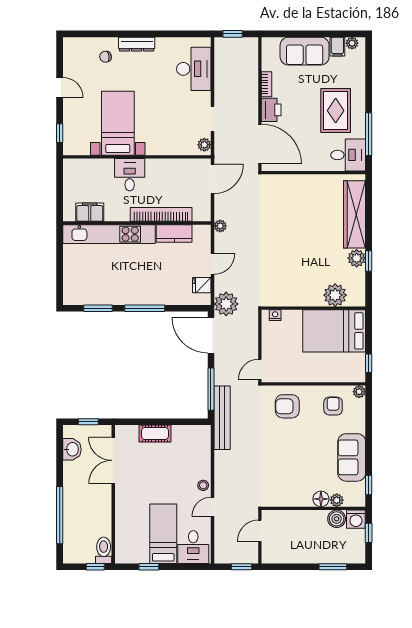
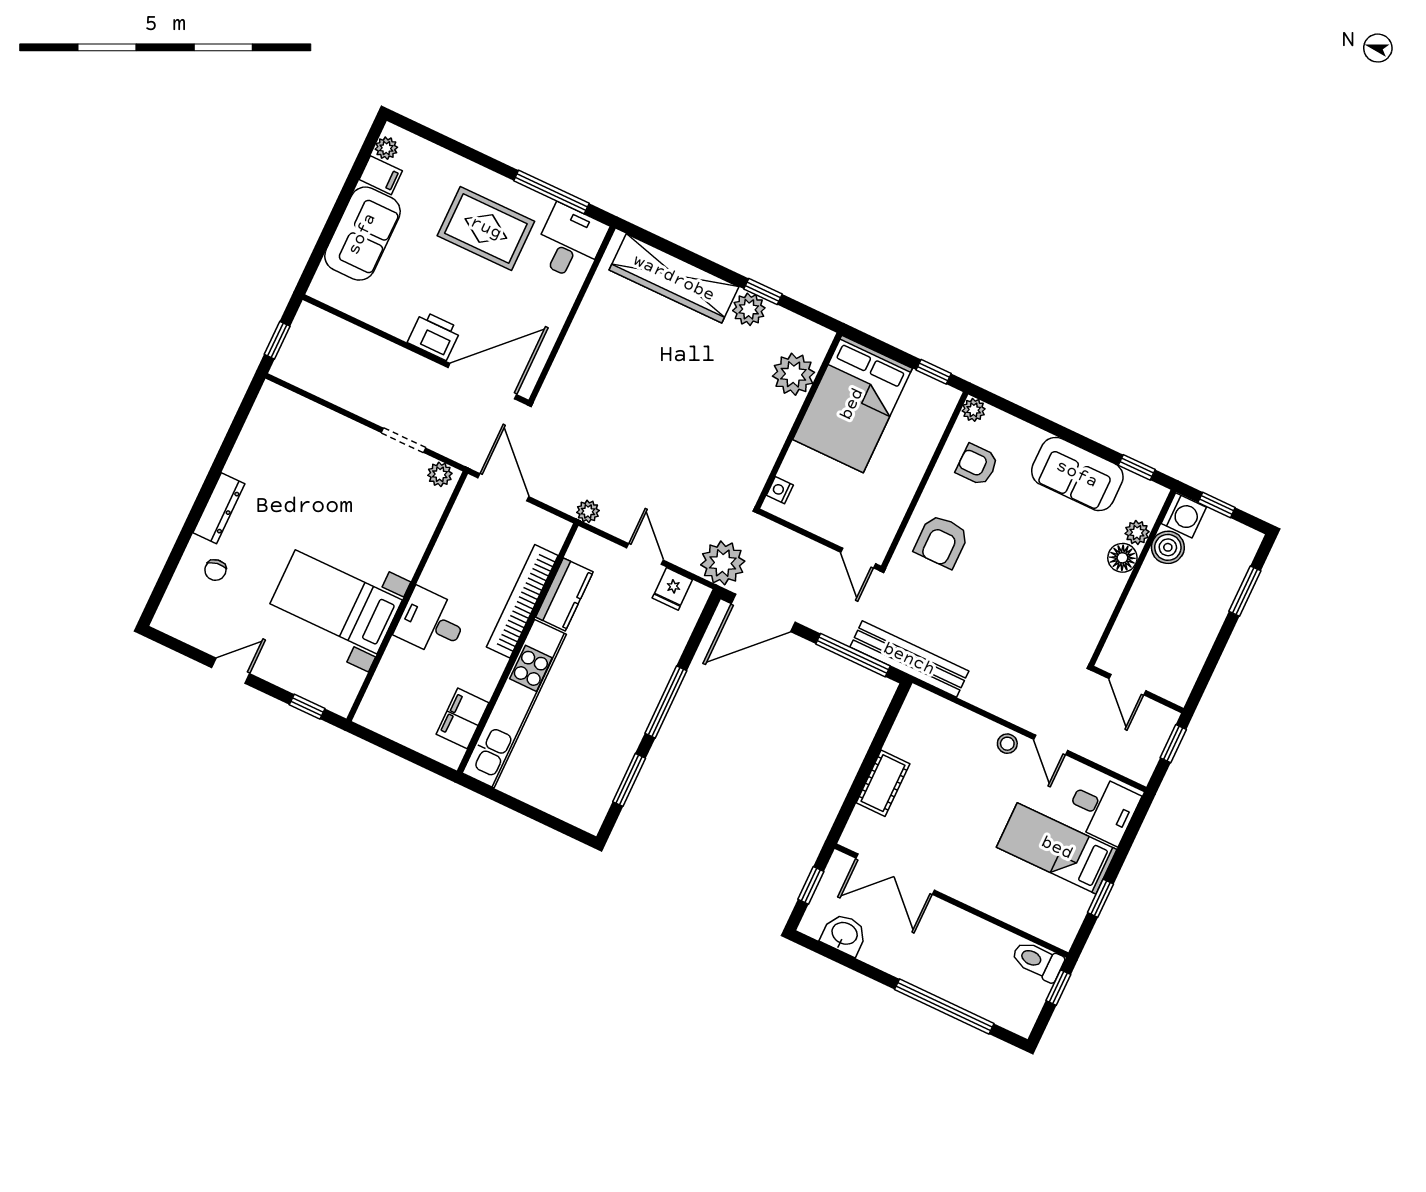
desk: (194, 69) -> (305, 432), removed
bookcase: (266, 84) -> (388, 323), removed

